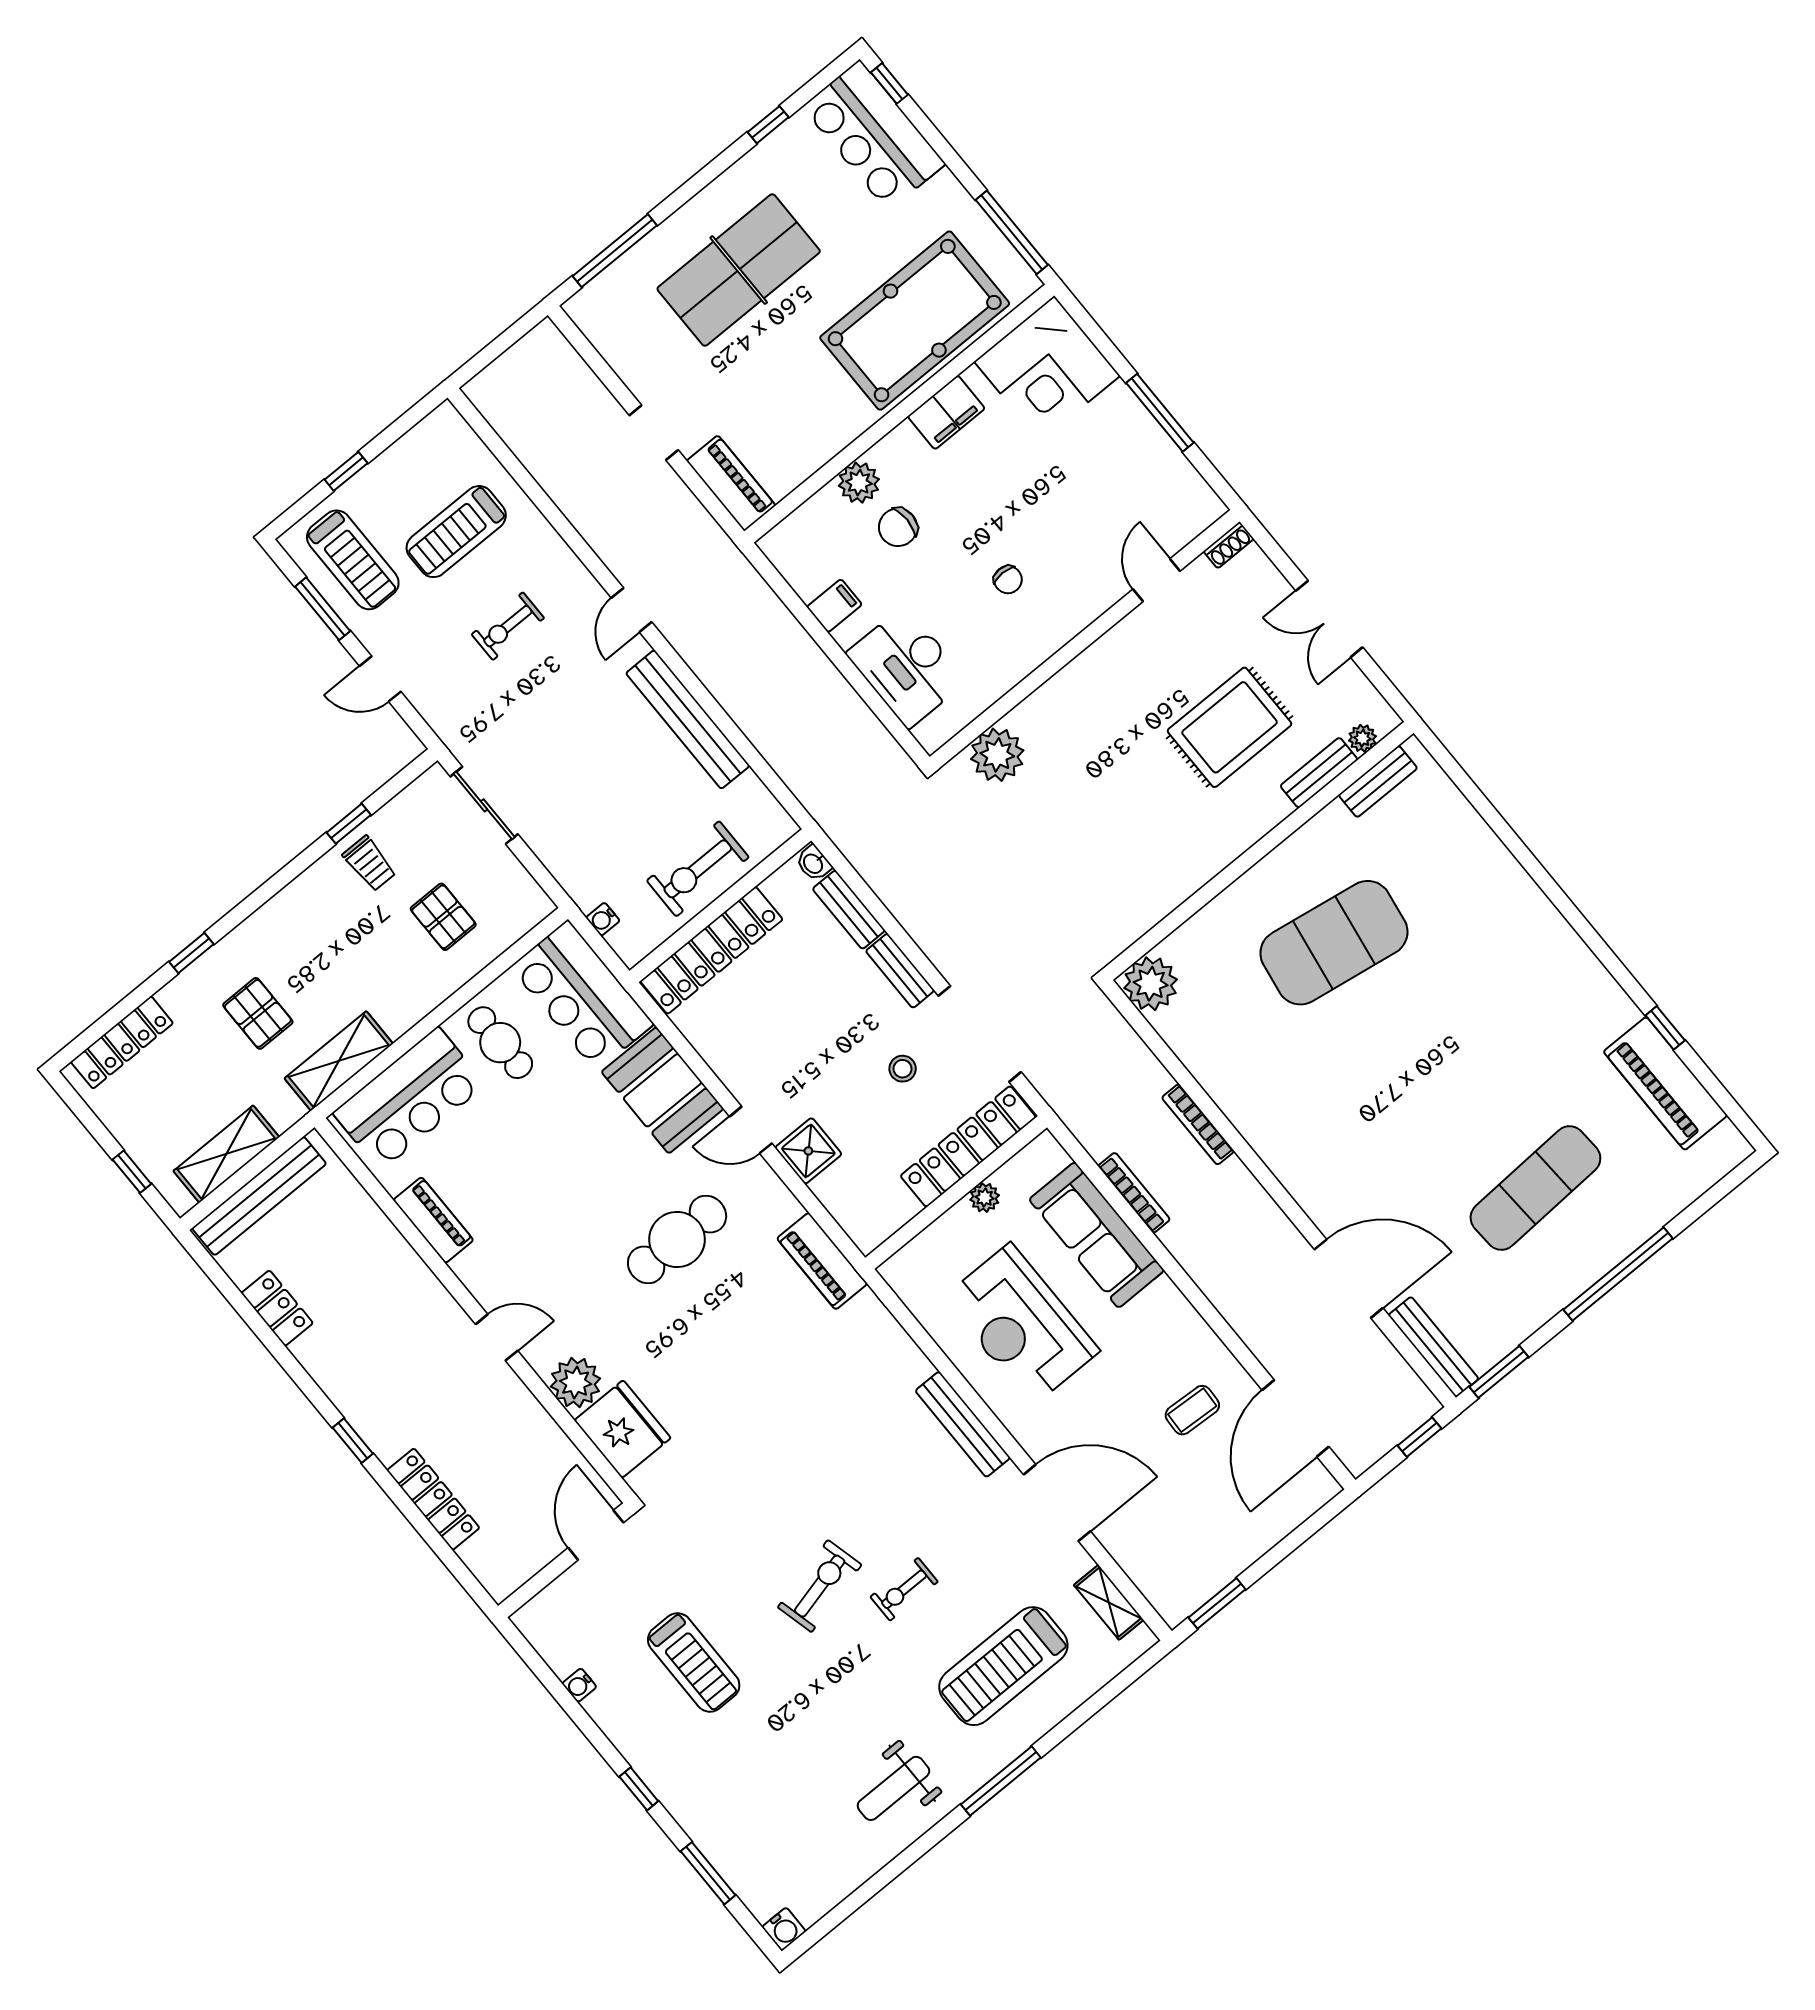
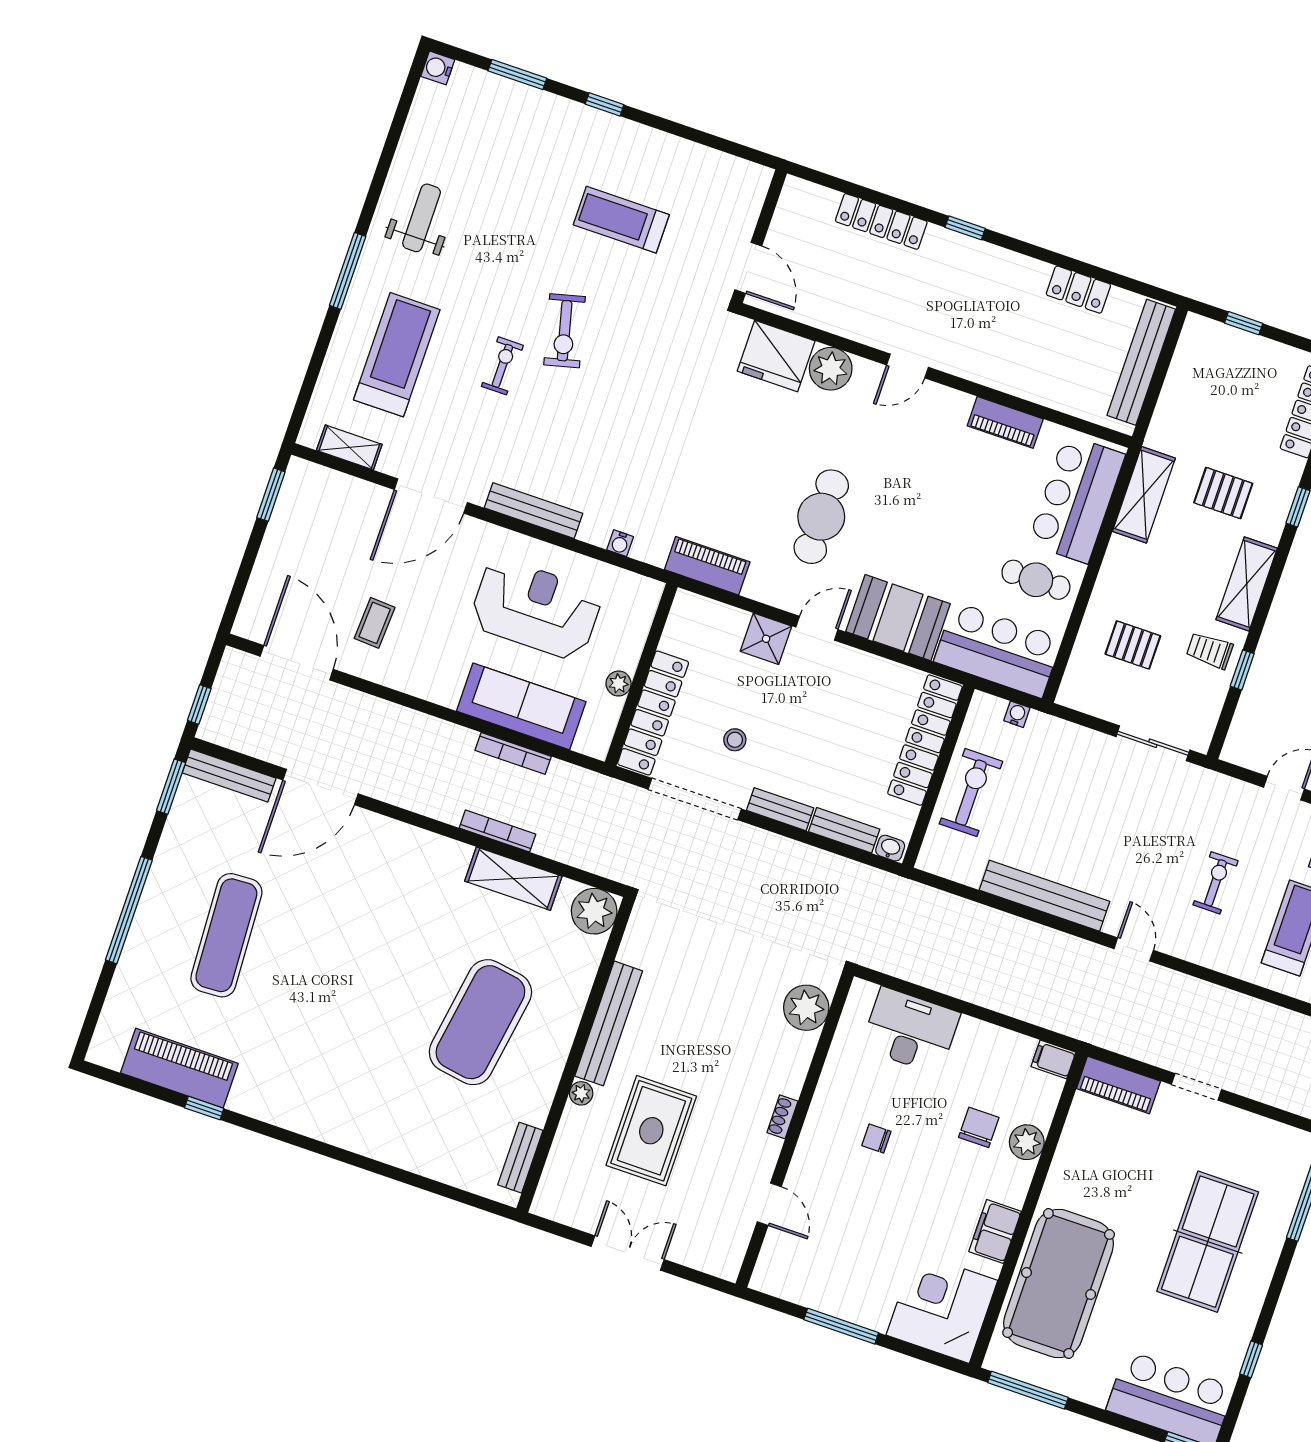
shoe rack: (1229, 545) -> (782, 1117), moved
filing cabinet: (834, 606) -> (1053, 1059), moved, turned 90
plant: (1362, 738) -> (581, 1093), moved
bench: (1319, 773) -> (609, 1023), moved, width x1.86, depth x1.21
shelving: (1212, 1067) -> (513, 879), added
shelving: (226, 1154) -> (1247, 584), moved
water cooler: (579, 1685) -> (620, 543), moved, turned 180

